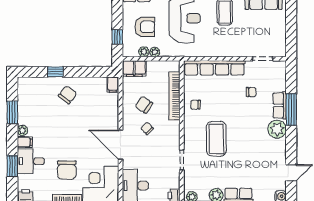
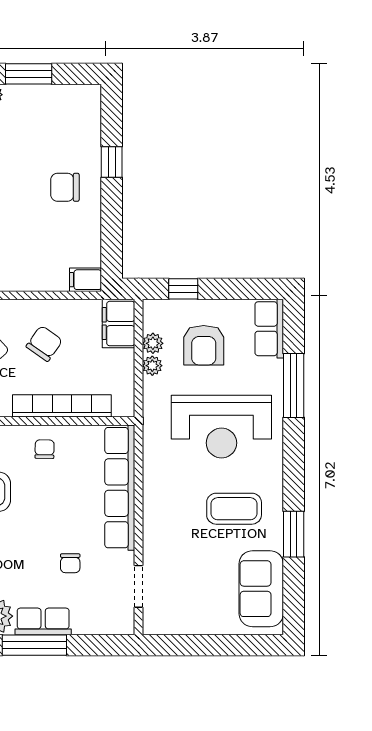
chair: (68, 95) -> (65, 187), turned 142

